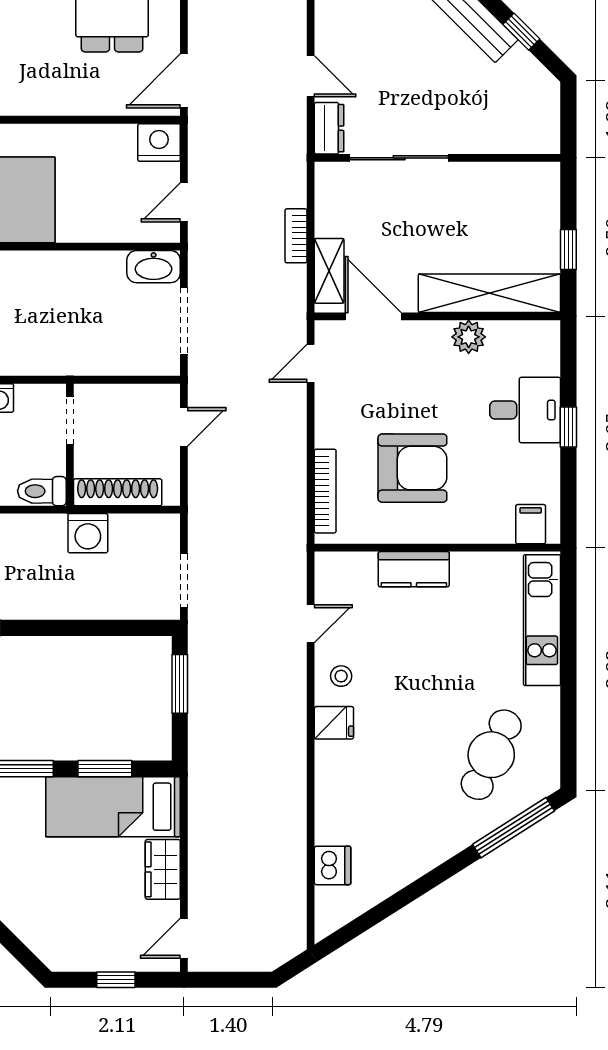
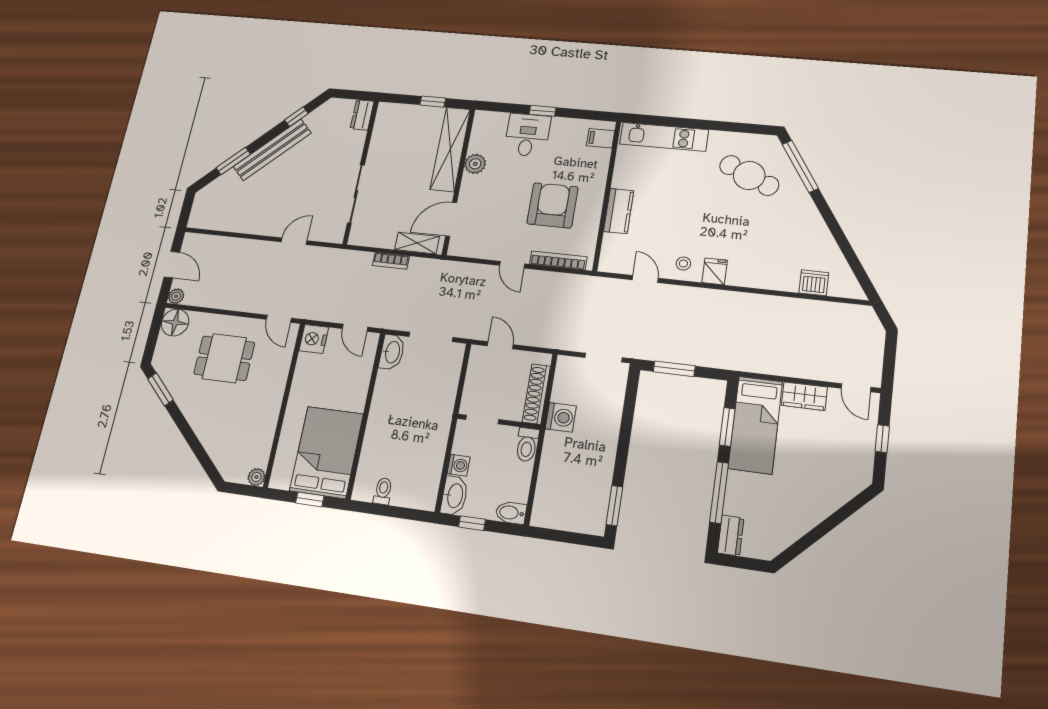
door: (184, 81) -> (279, 319), width x0.73
dresser: (329, 128) -> (362, 115), moved, turned -90
door: (311, 363) -> (512, 265), moved

